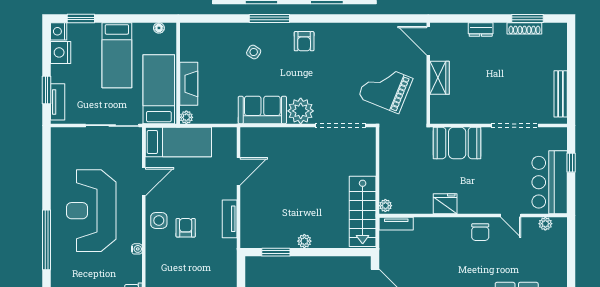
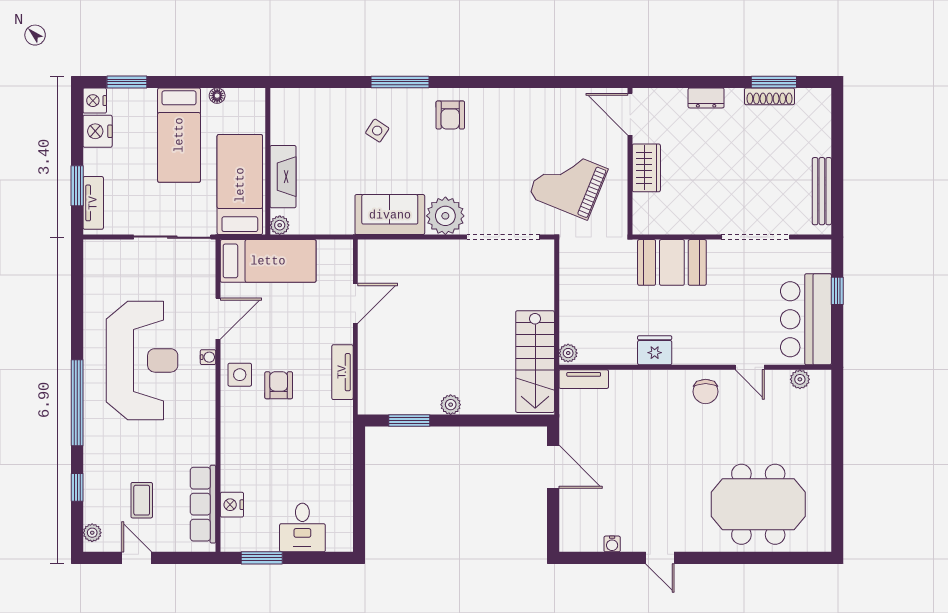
floor lamp: (159, 28) -> (217, 96), moved
reception desk: (91, 211) -> (142, 360), turned 180
water cooler: (137, 249) -> (208, 357), moved

